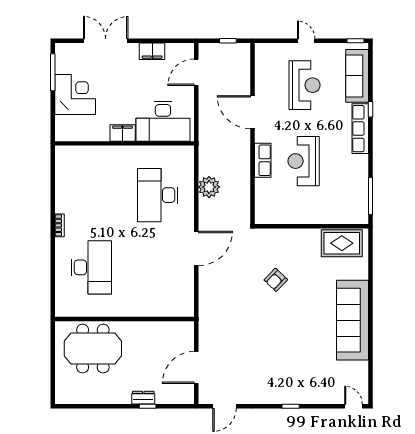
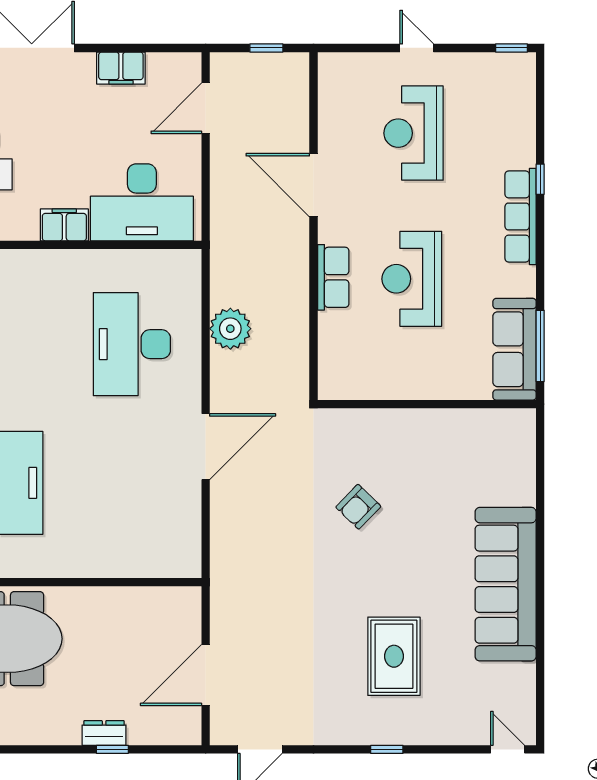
sofa: (357, 76) -> (515, 349), moved
reception desk: (305, 85) -> (414, 133), turned 180
rug: (342, 243) -> (394, 656), moved, turned 90

